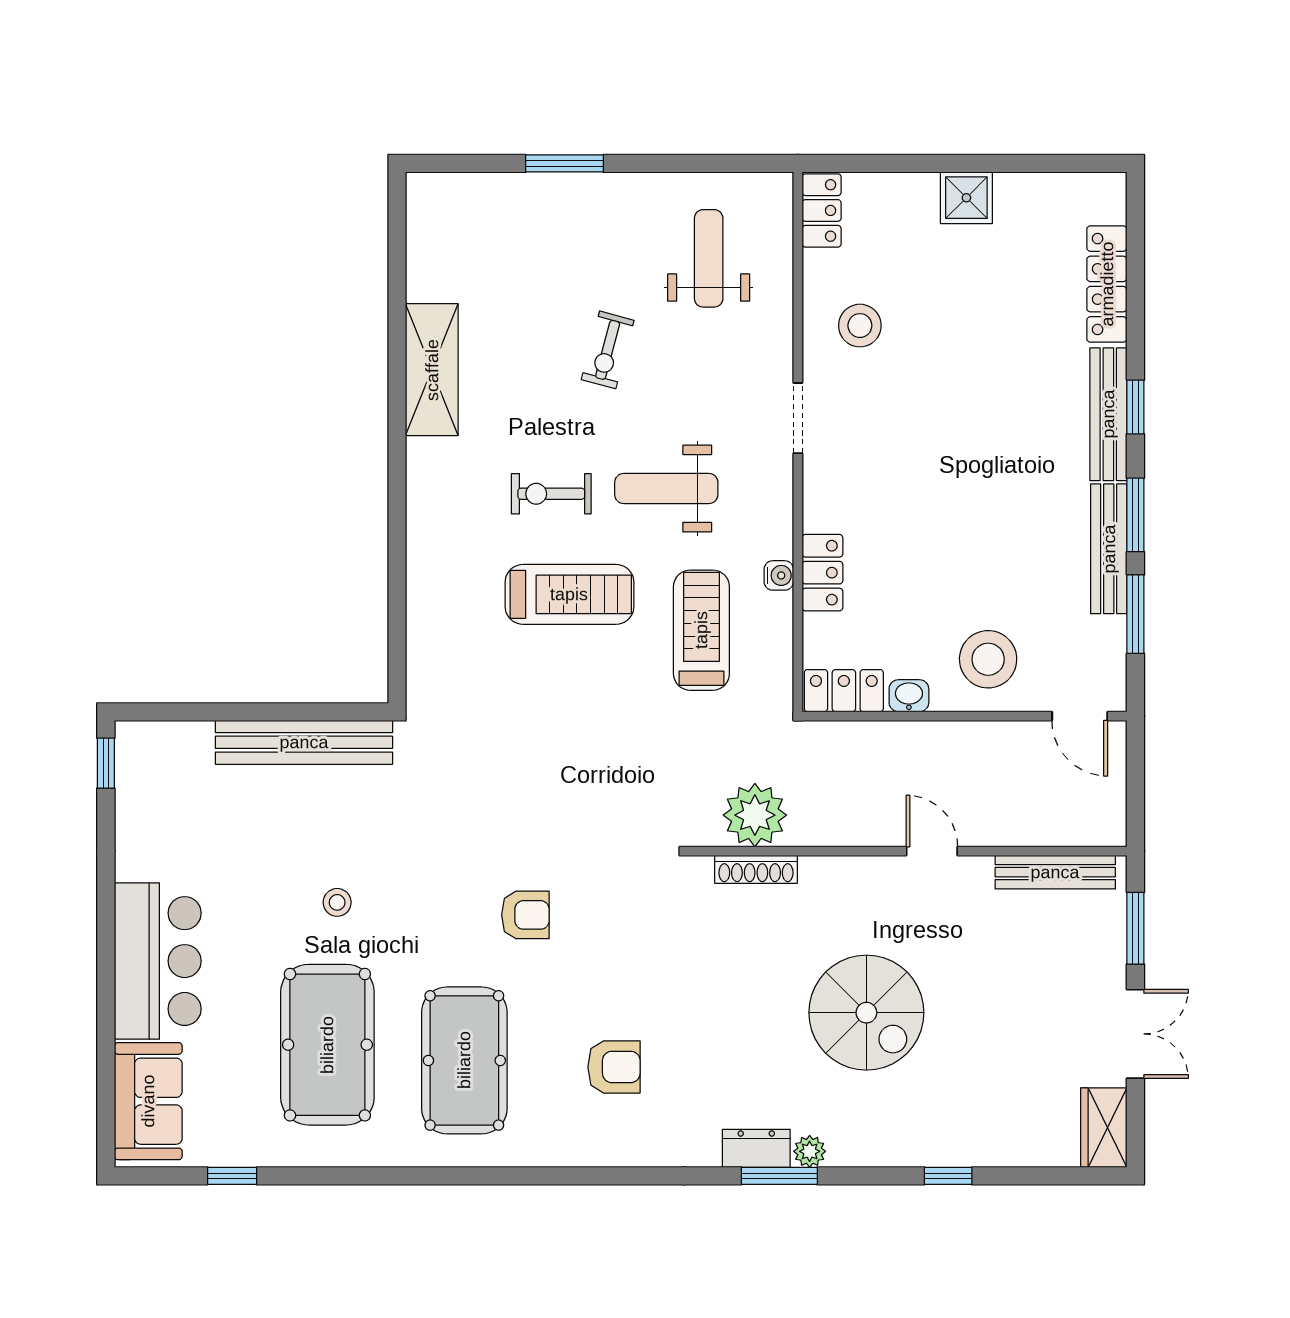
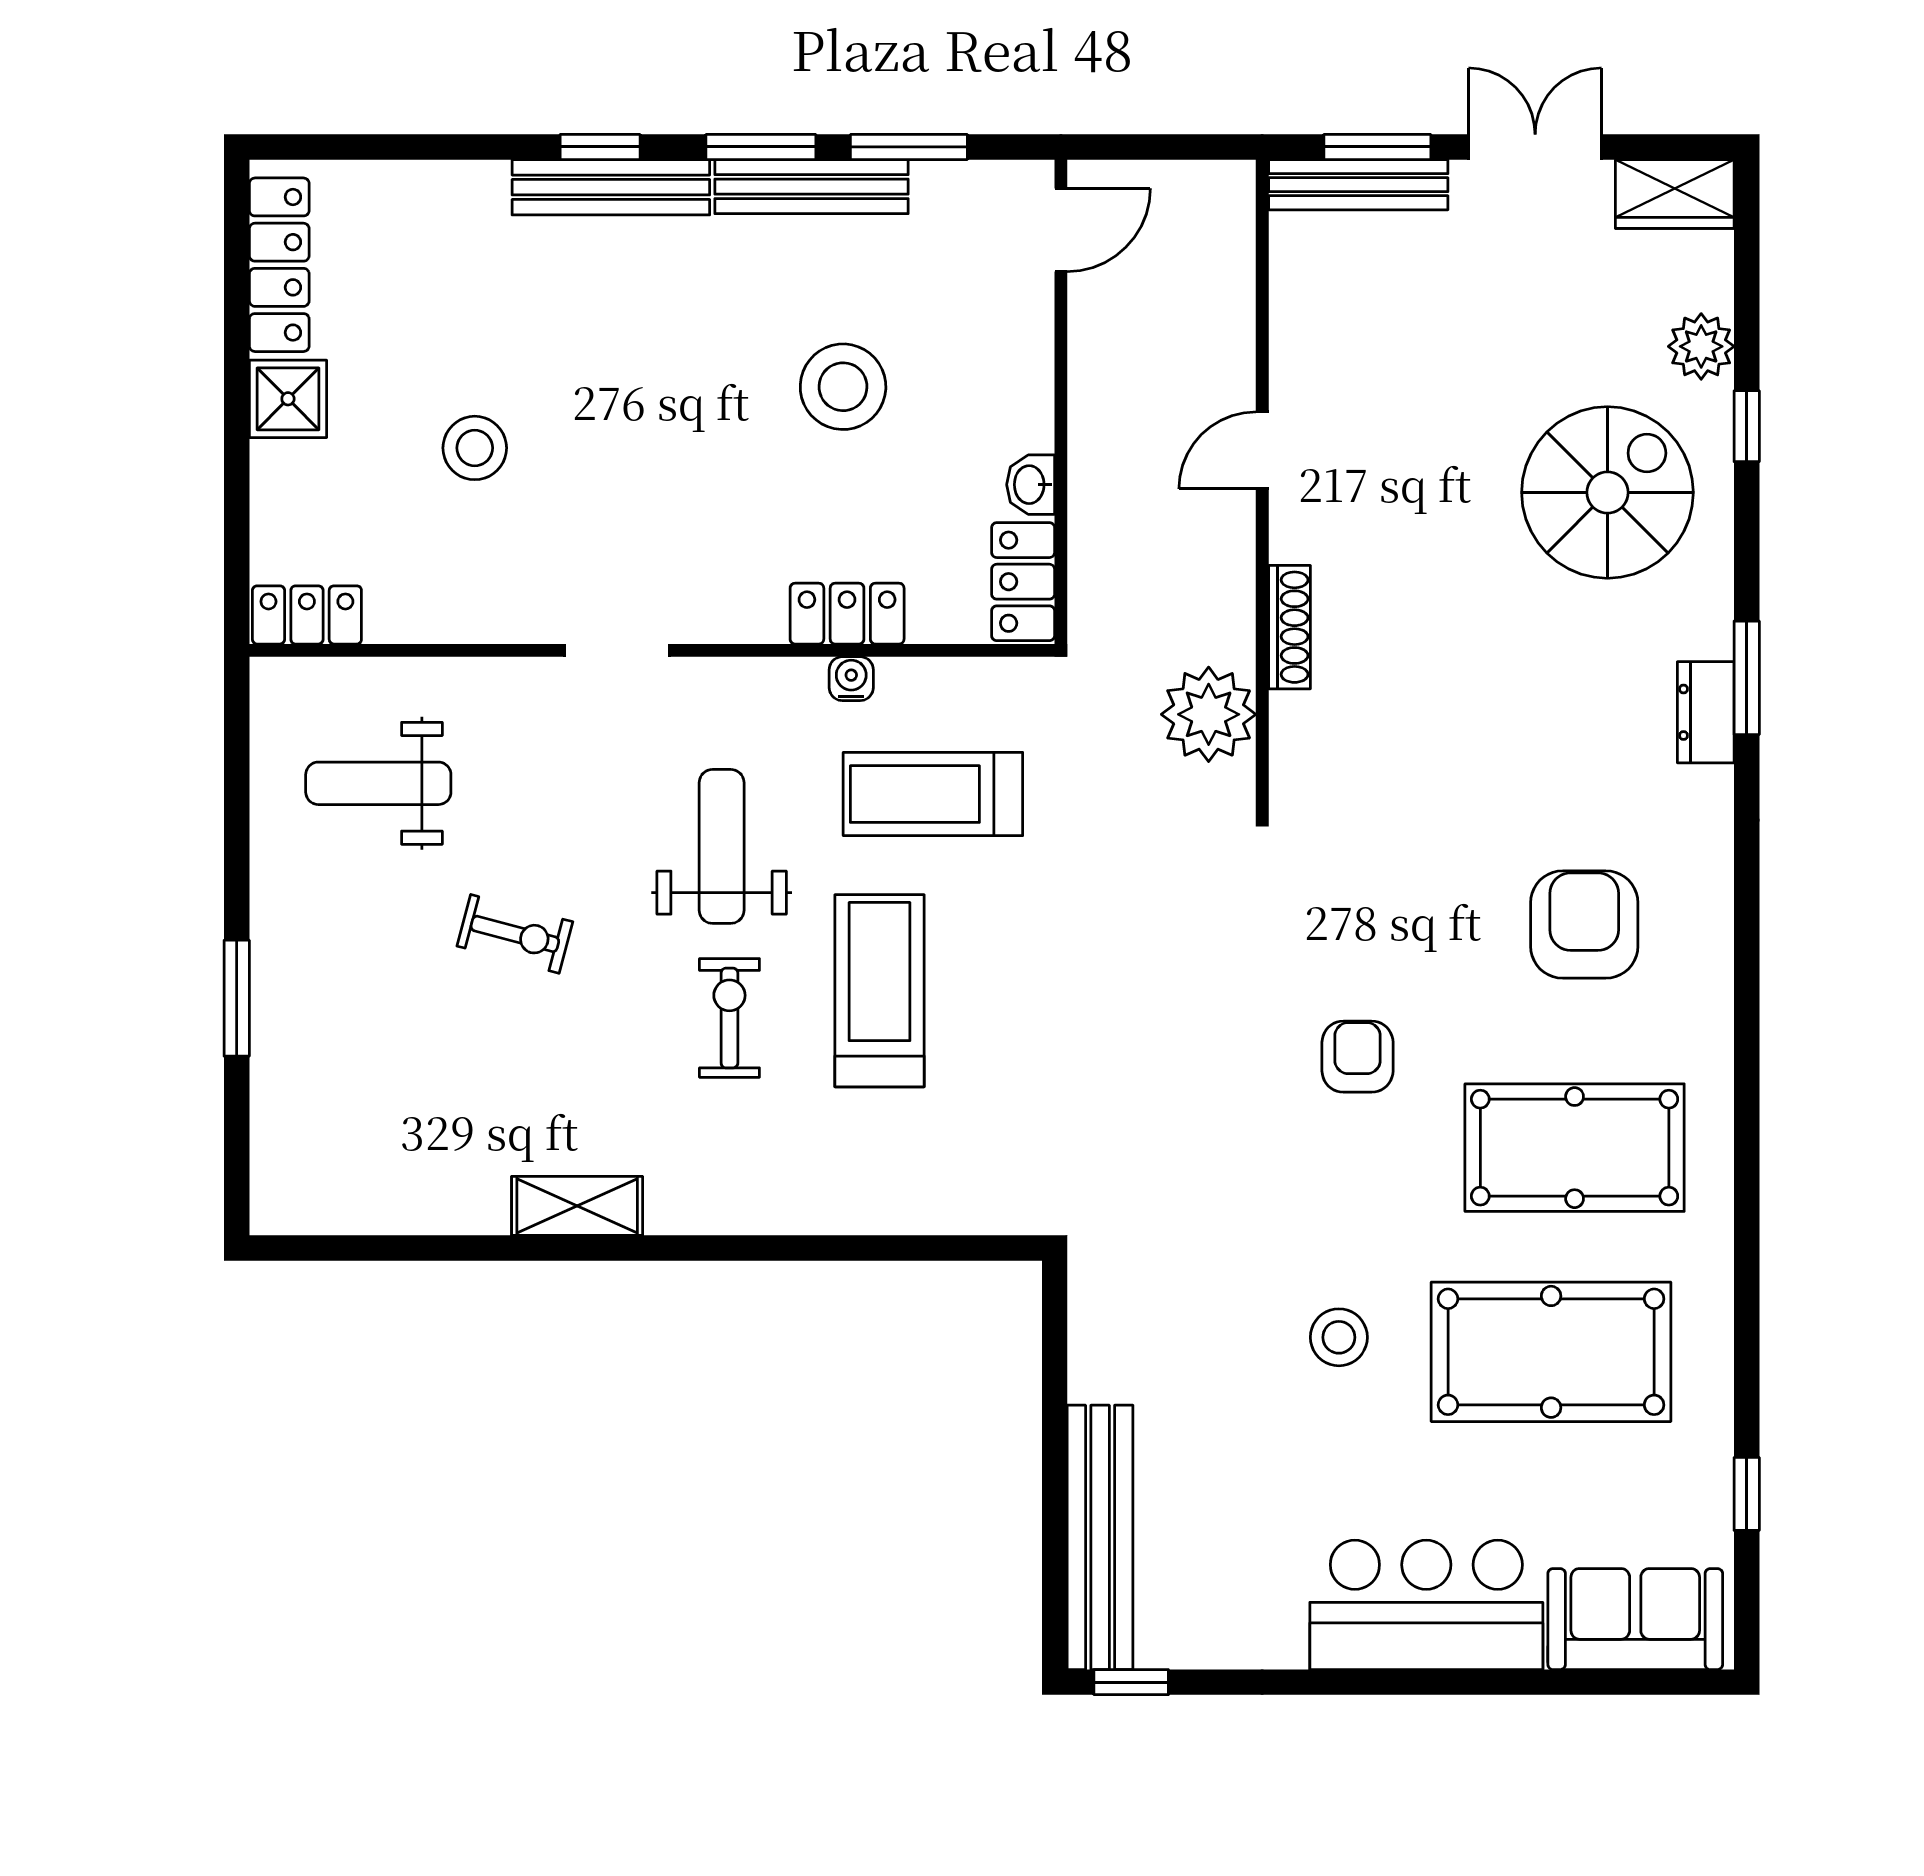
locker: (1107, 284) -> (279, 265), moved, turned -90
stool: (860, 326) -> (475, 448), moved
shelving: (432, 370) -> (577, 1206), width x0.67, depth x0.75
weight bench: (666, 489) -> (722, 846), turned 180
exercise bike: (551, 494) -> (729, 1018), turned 180
stool: (988, 659) -> (843, 387), moved
bench: (304, 742) -> (1100, 1537), moved
shoe rack: (756, 869) -> (1289, 627), moved
bench: (1055, 872) -> (1358, 185), moved, turned 90
stool: (337, 902) -> (1339, 1337), width x1.37, depth x1.37
spiral stairs: (866, 1013) -> (1607, 492), moved
armchair: (614, 1067) -> (1584, 925), width x1.38, depth x1.38
plant: (810, 1151) -> (1701, 346), moved, width x1.38, depth x1.38

